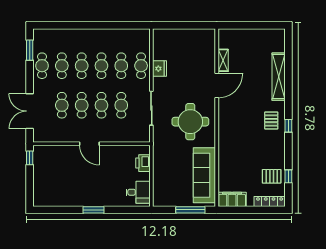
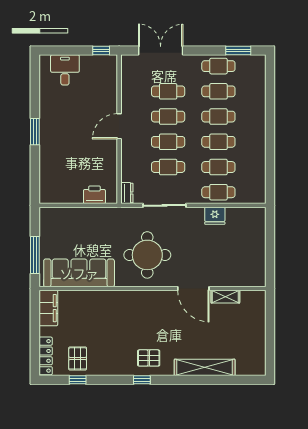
dresser: (142, 138) -> (127, 193), added
desk: (138, 192) -> (65, 70), moved, turned 180

